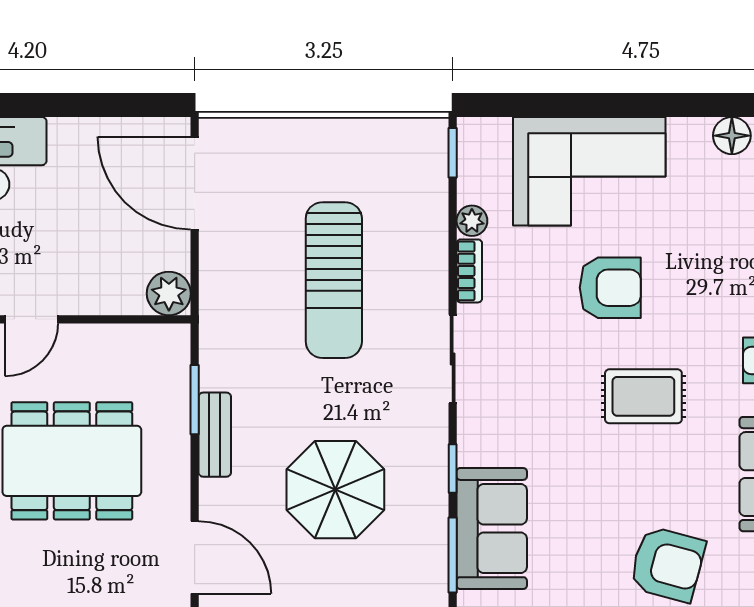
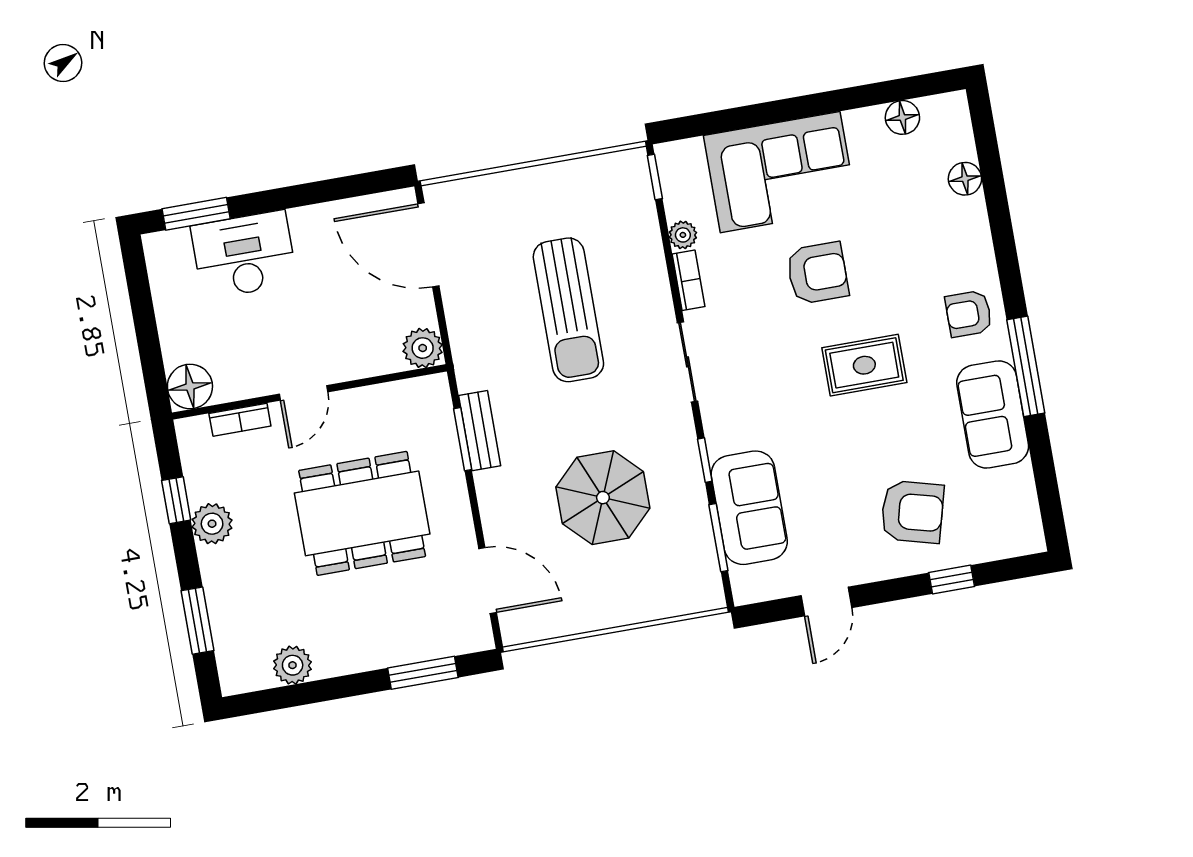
bench: (215, 435) -> (480, 431), moved

